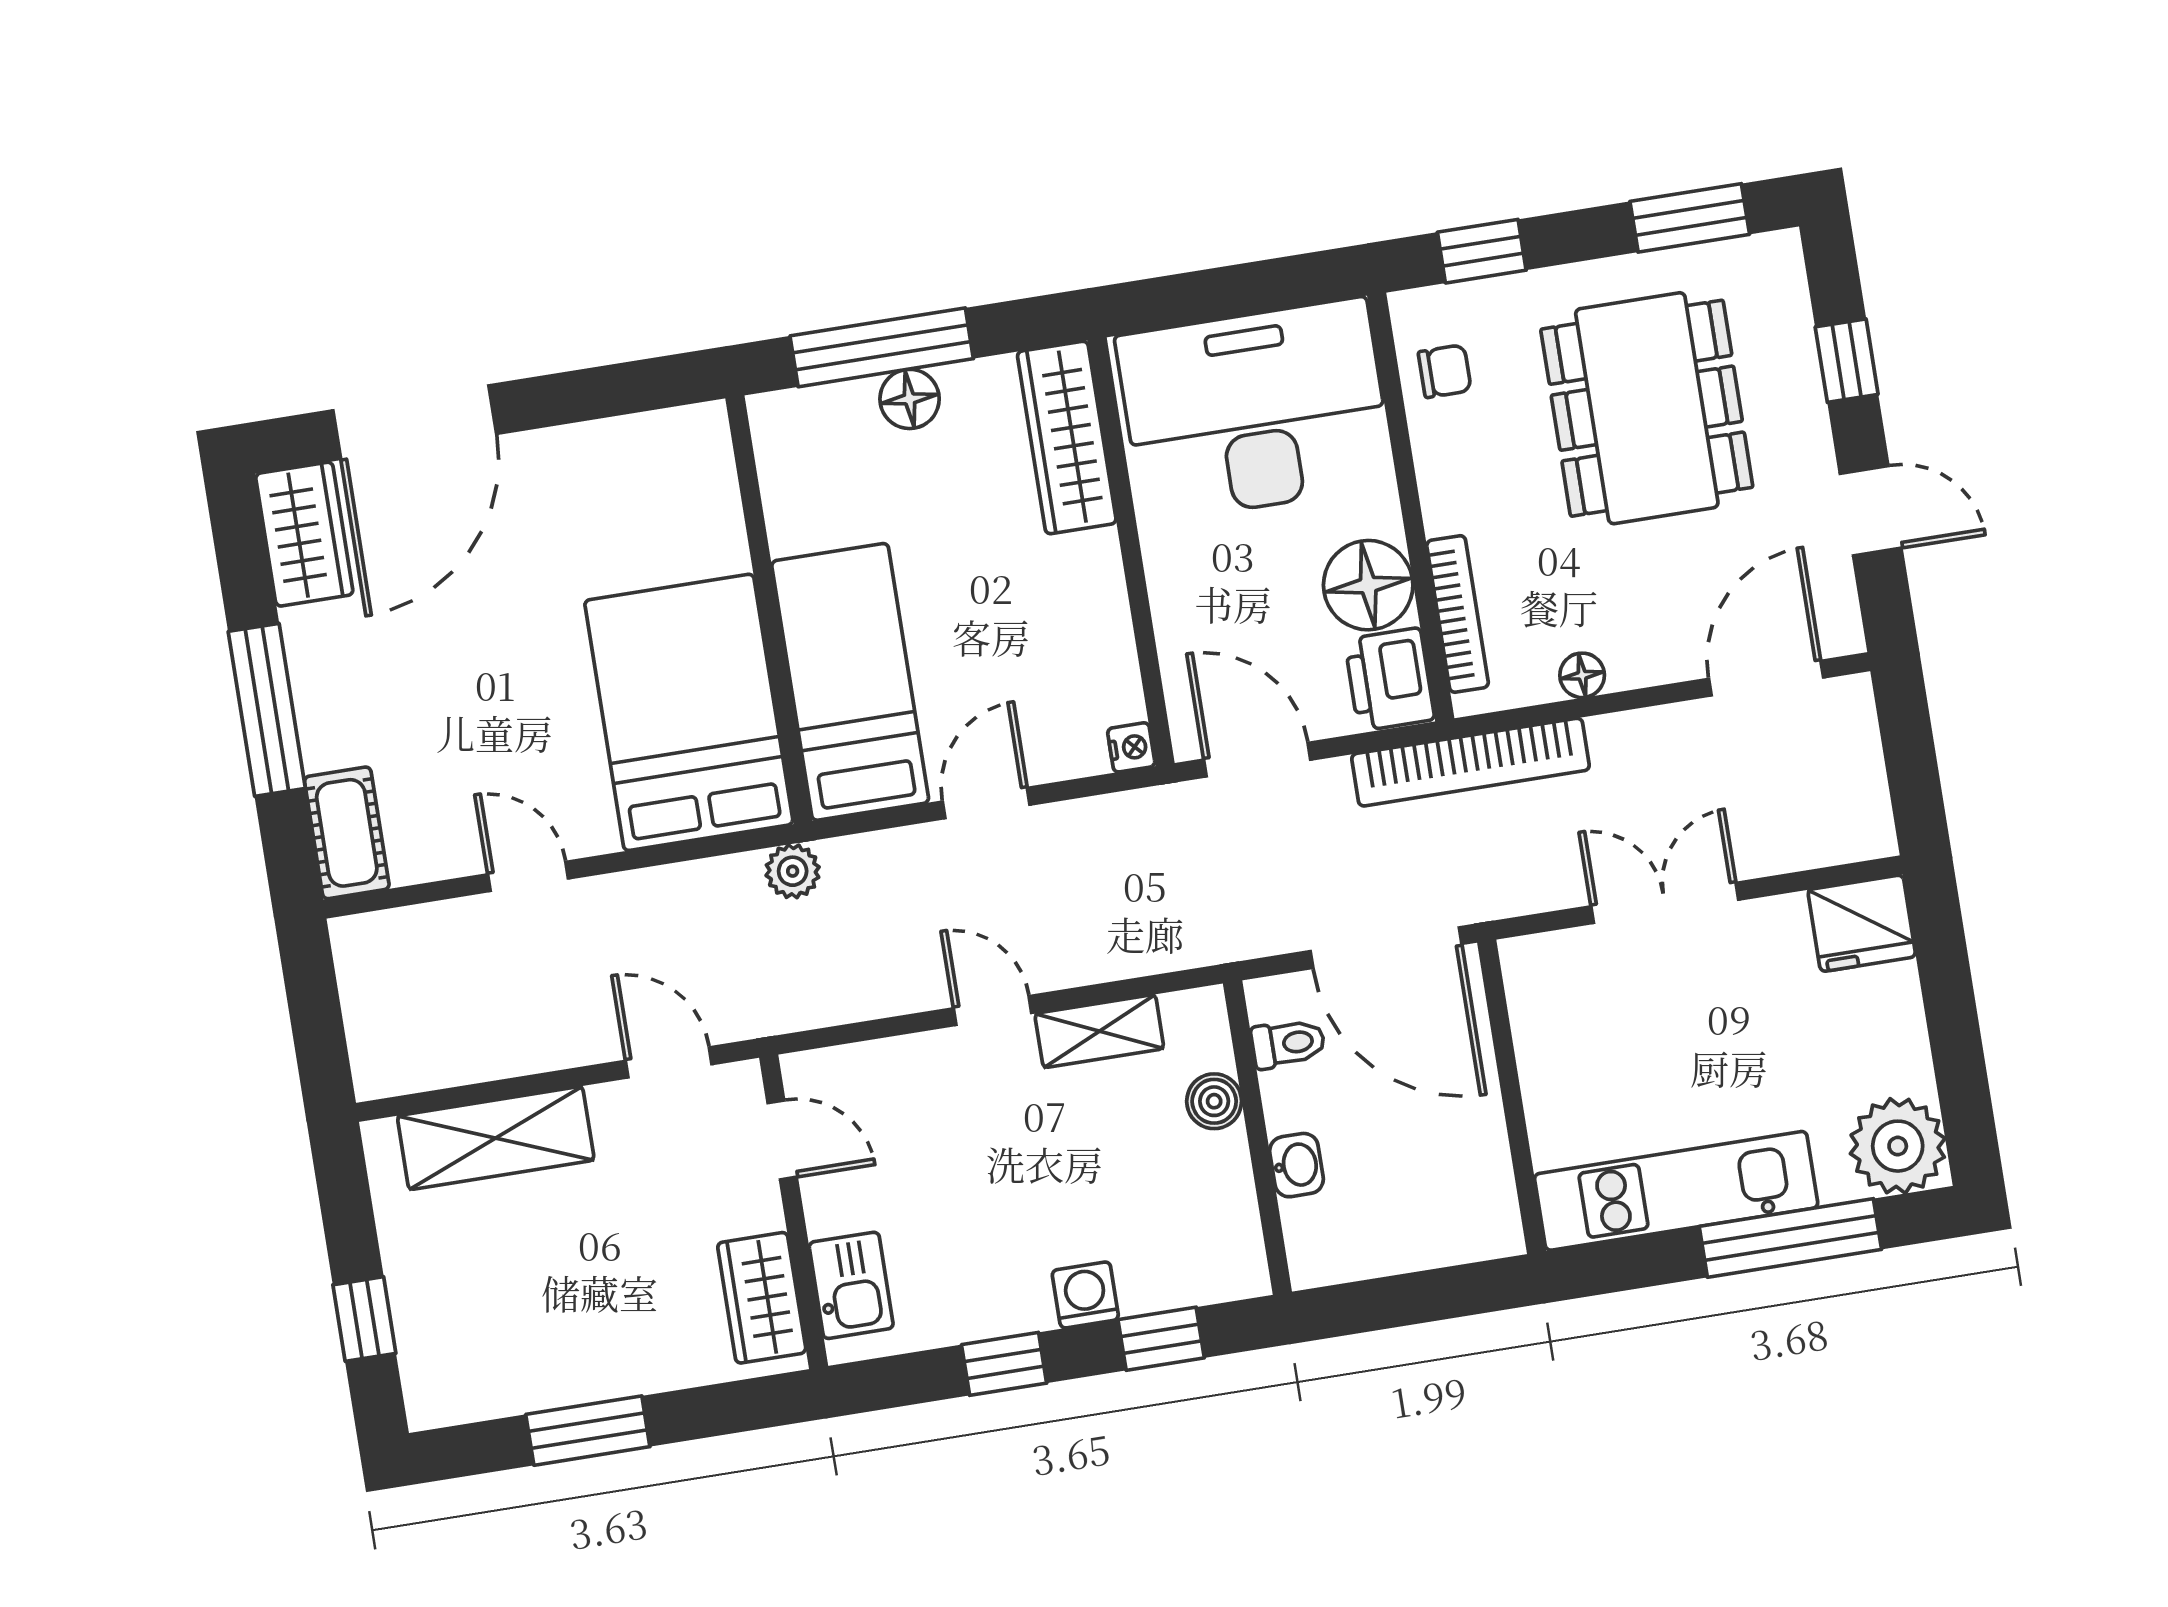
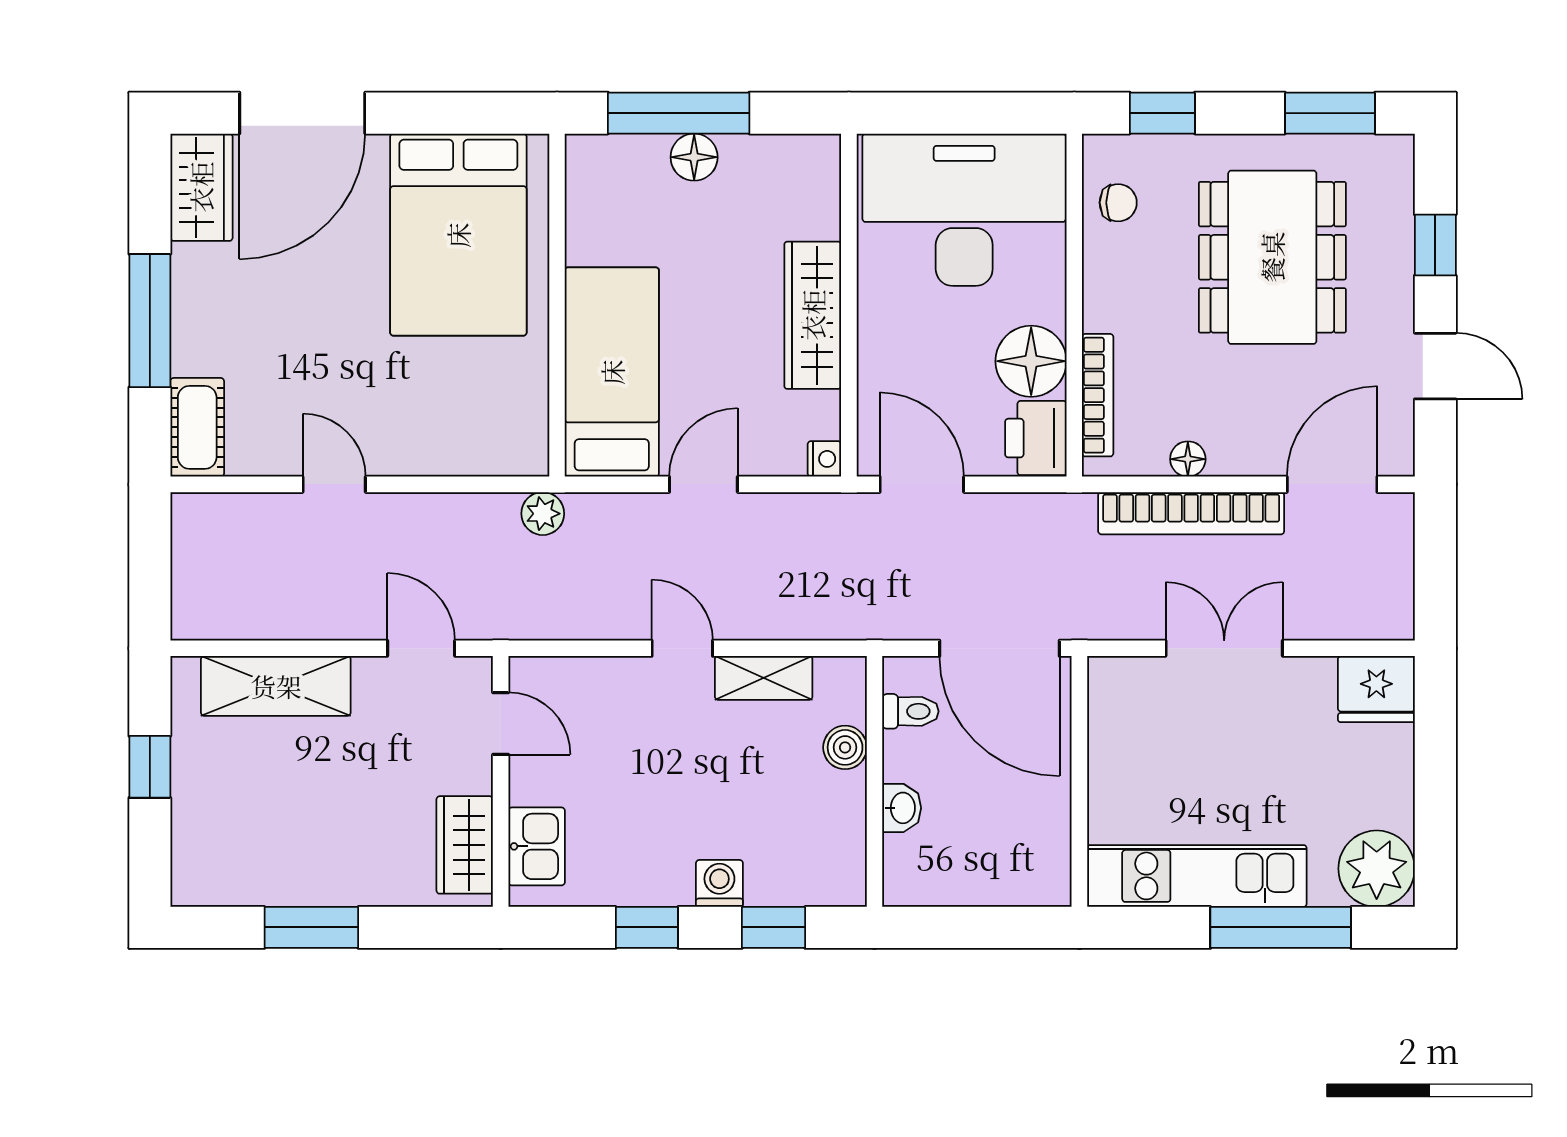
wardrobe: (1067, 438) -> (813, 315), moved
bed: (689, 712) -> (458, 235), moved, turned 180
bookcase: (1471, 762) -> (1191, 513), moved
window: (364, 1319) -> (150, 767), moved

